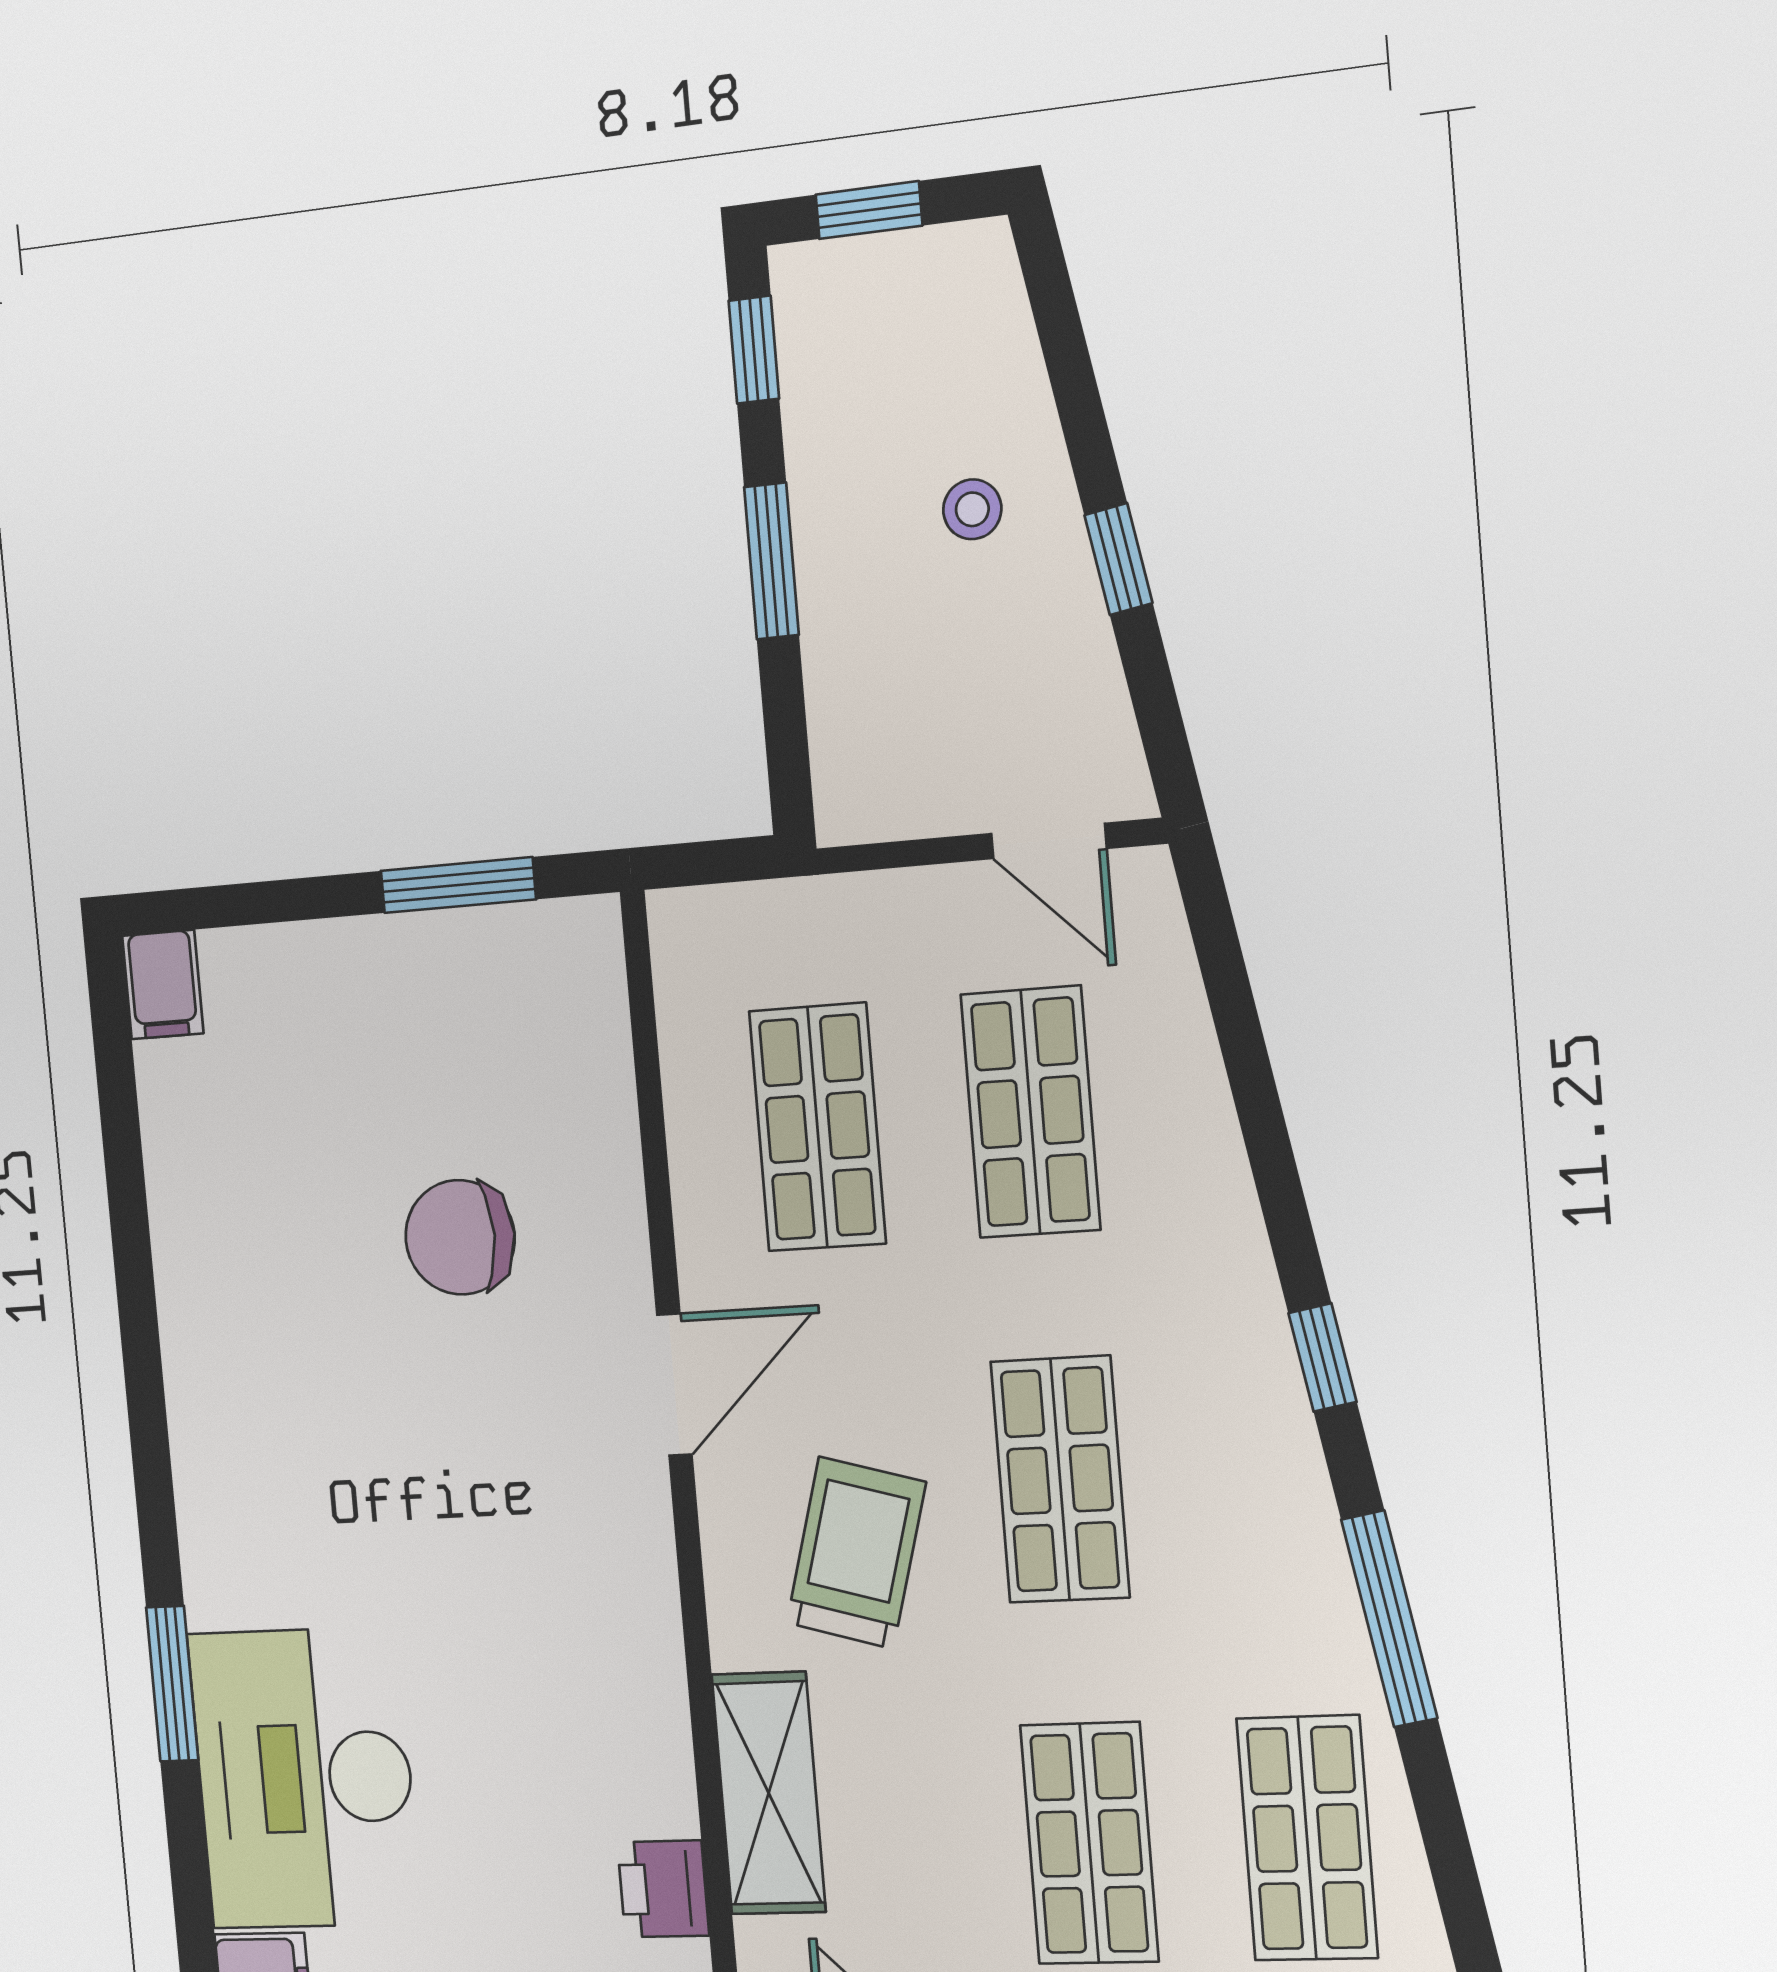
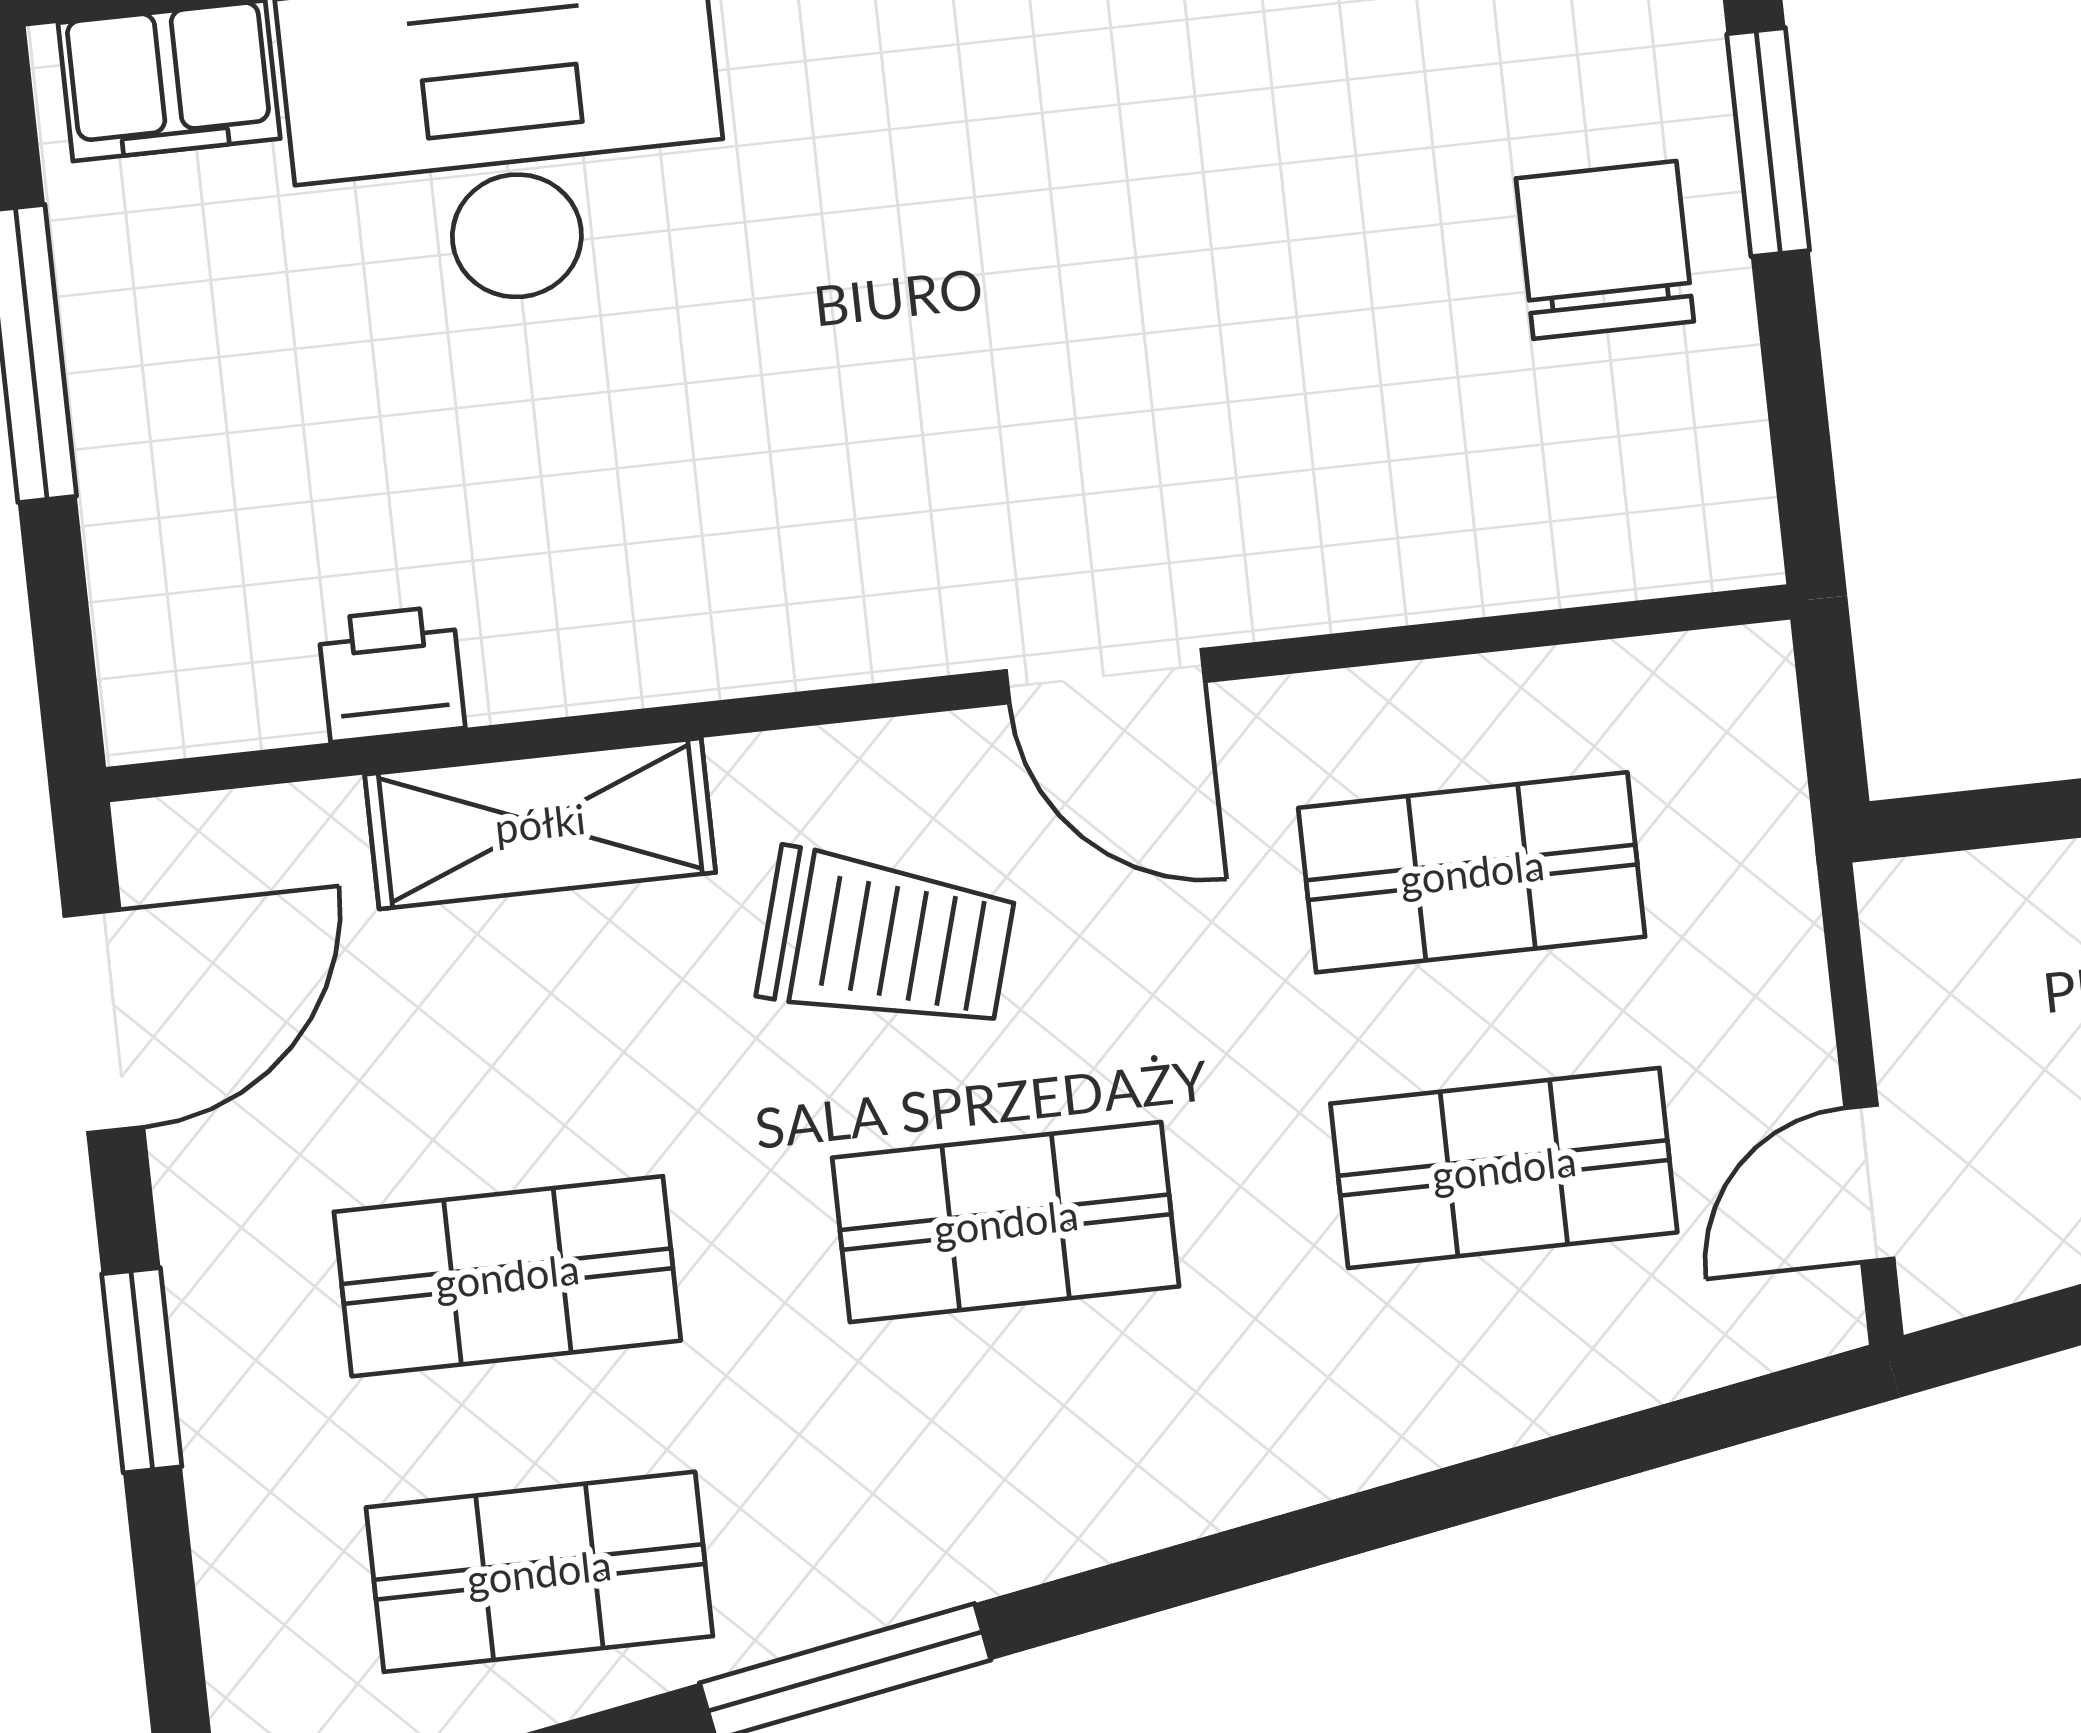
window: (458, 885) -> (1768, 142), moved
chair: (460, 1237) -> (1605, 250), moved
window: (1322, 1357) -> (1191, 1572), removed

